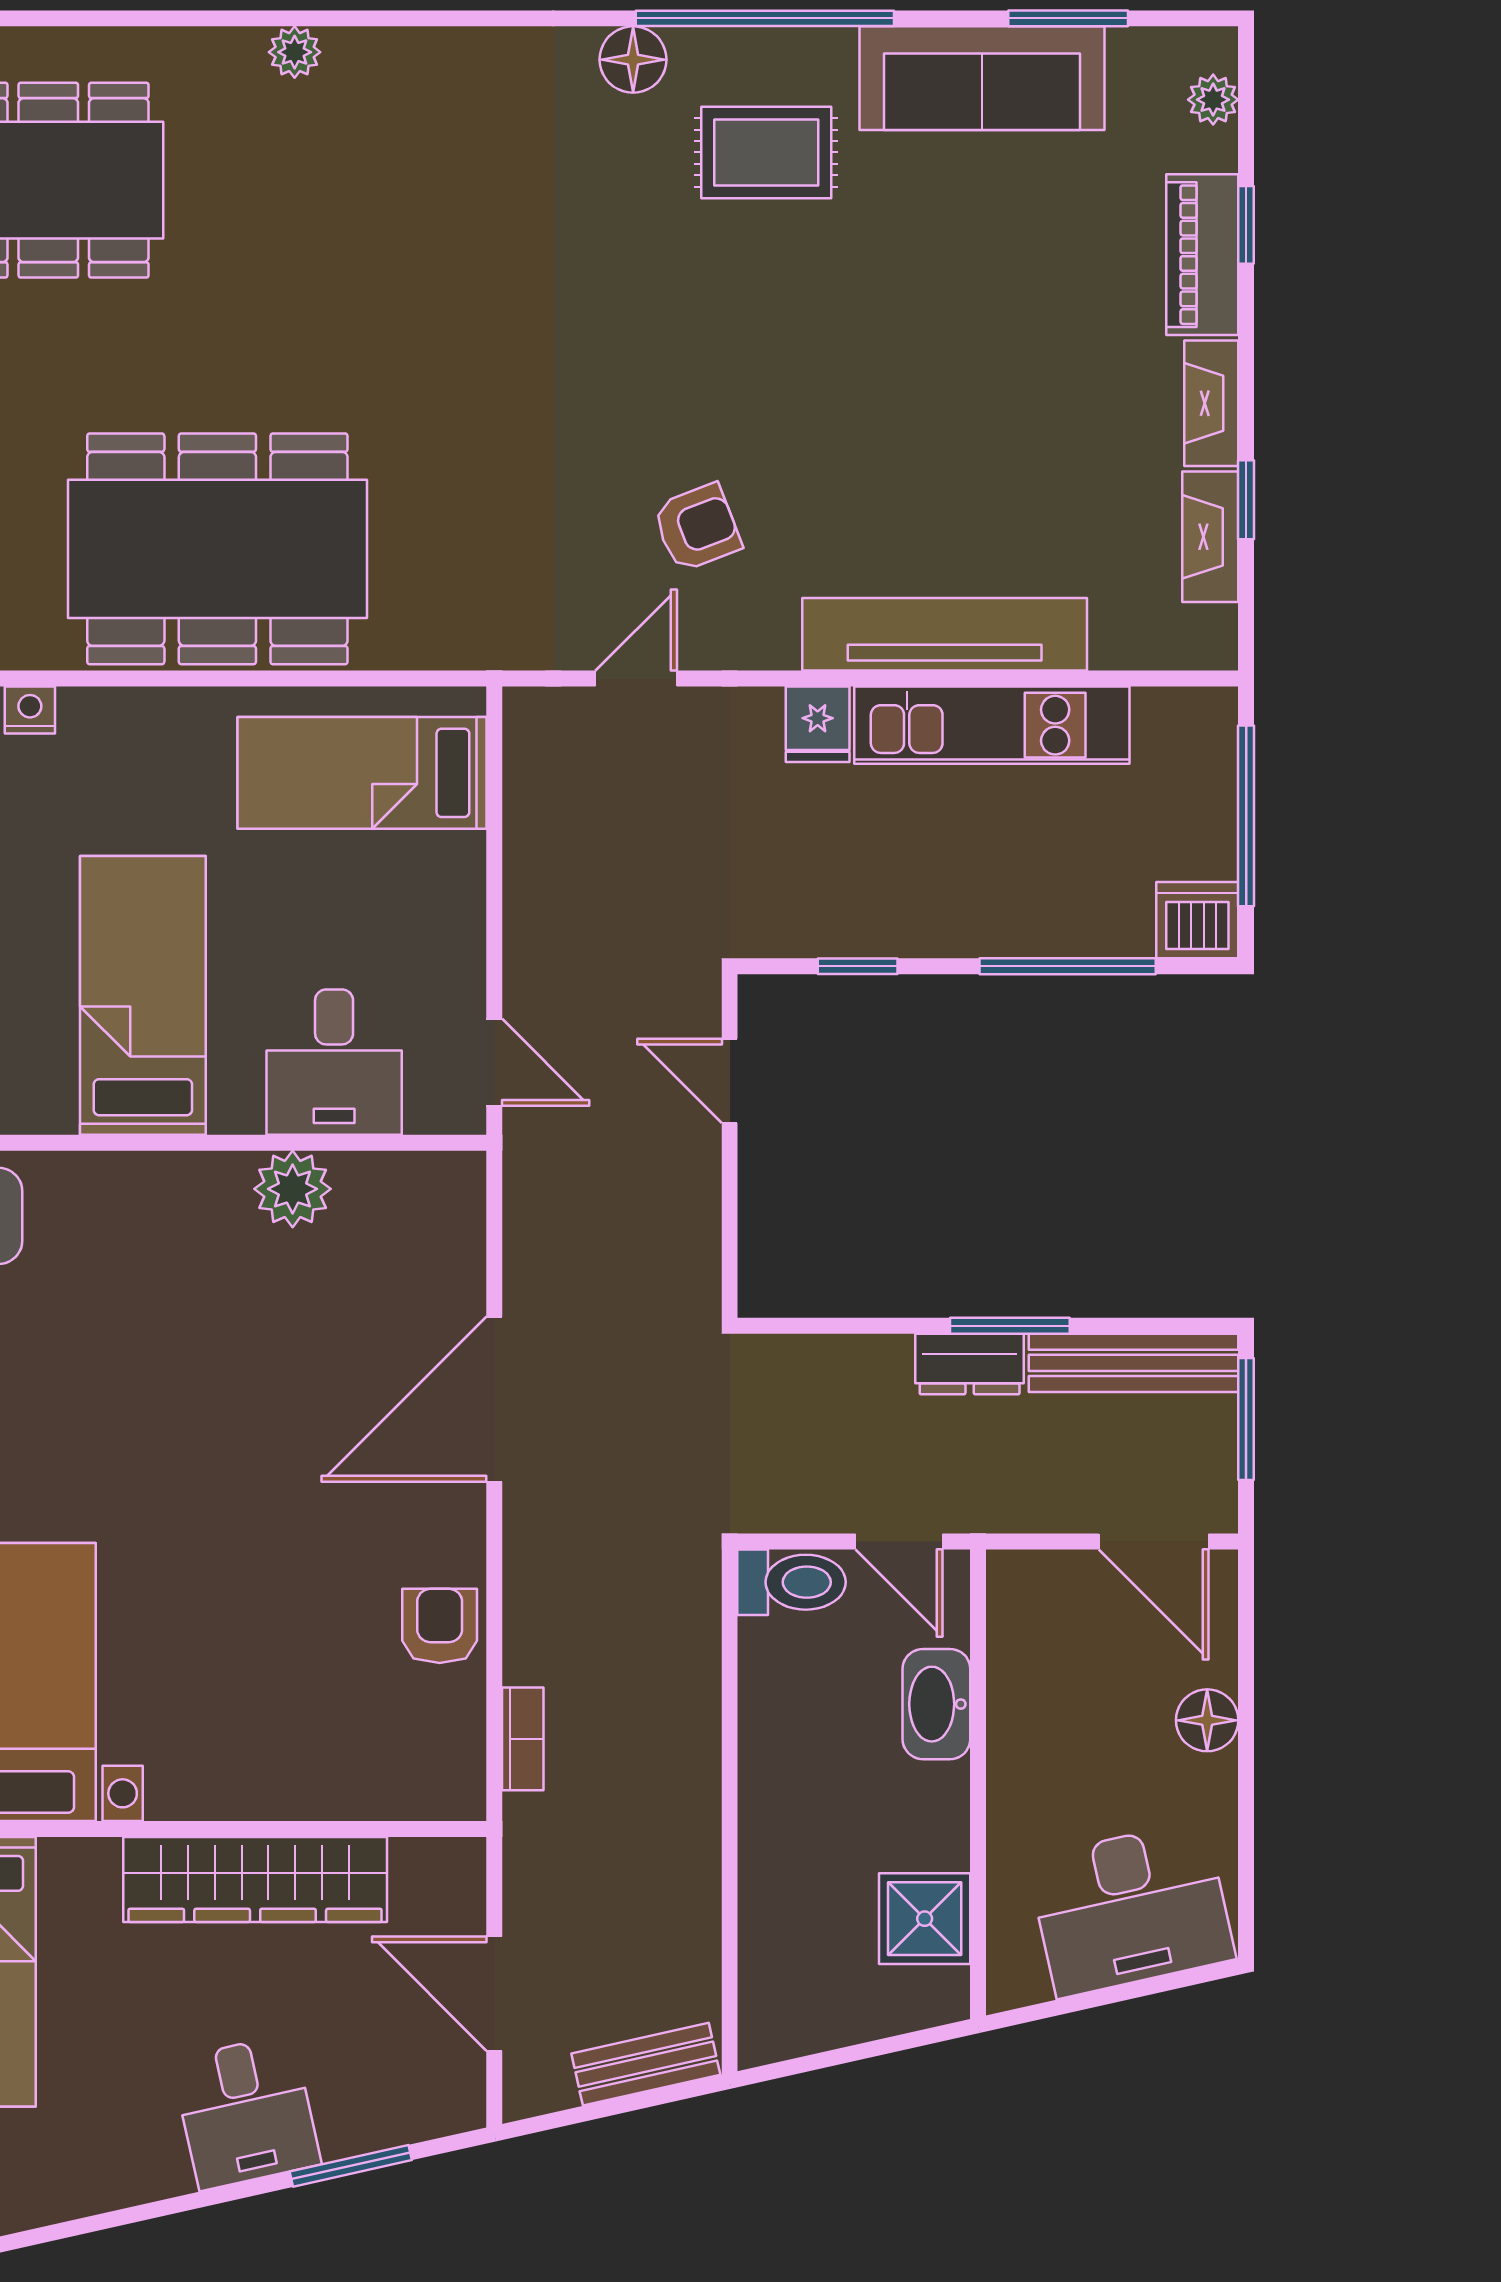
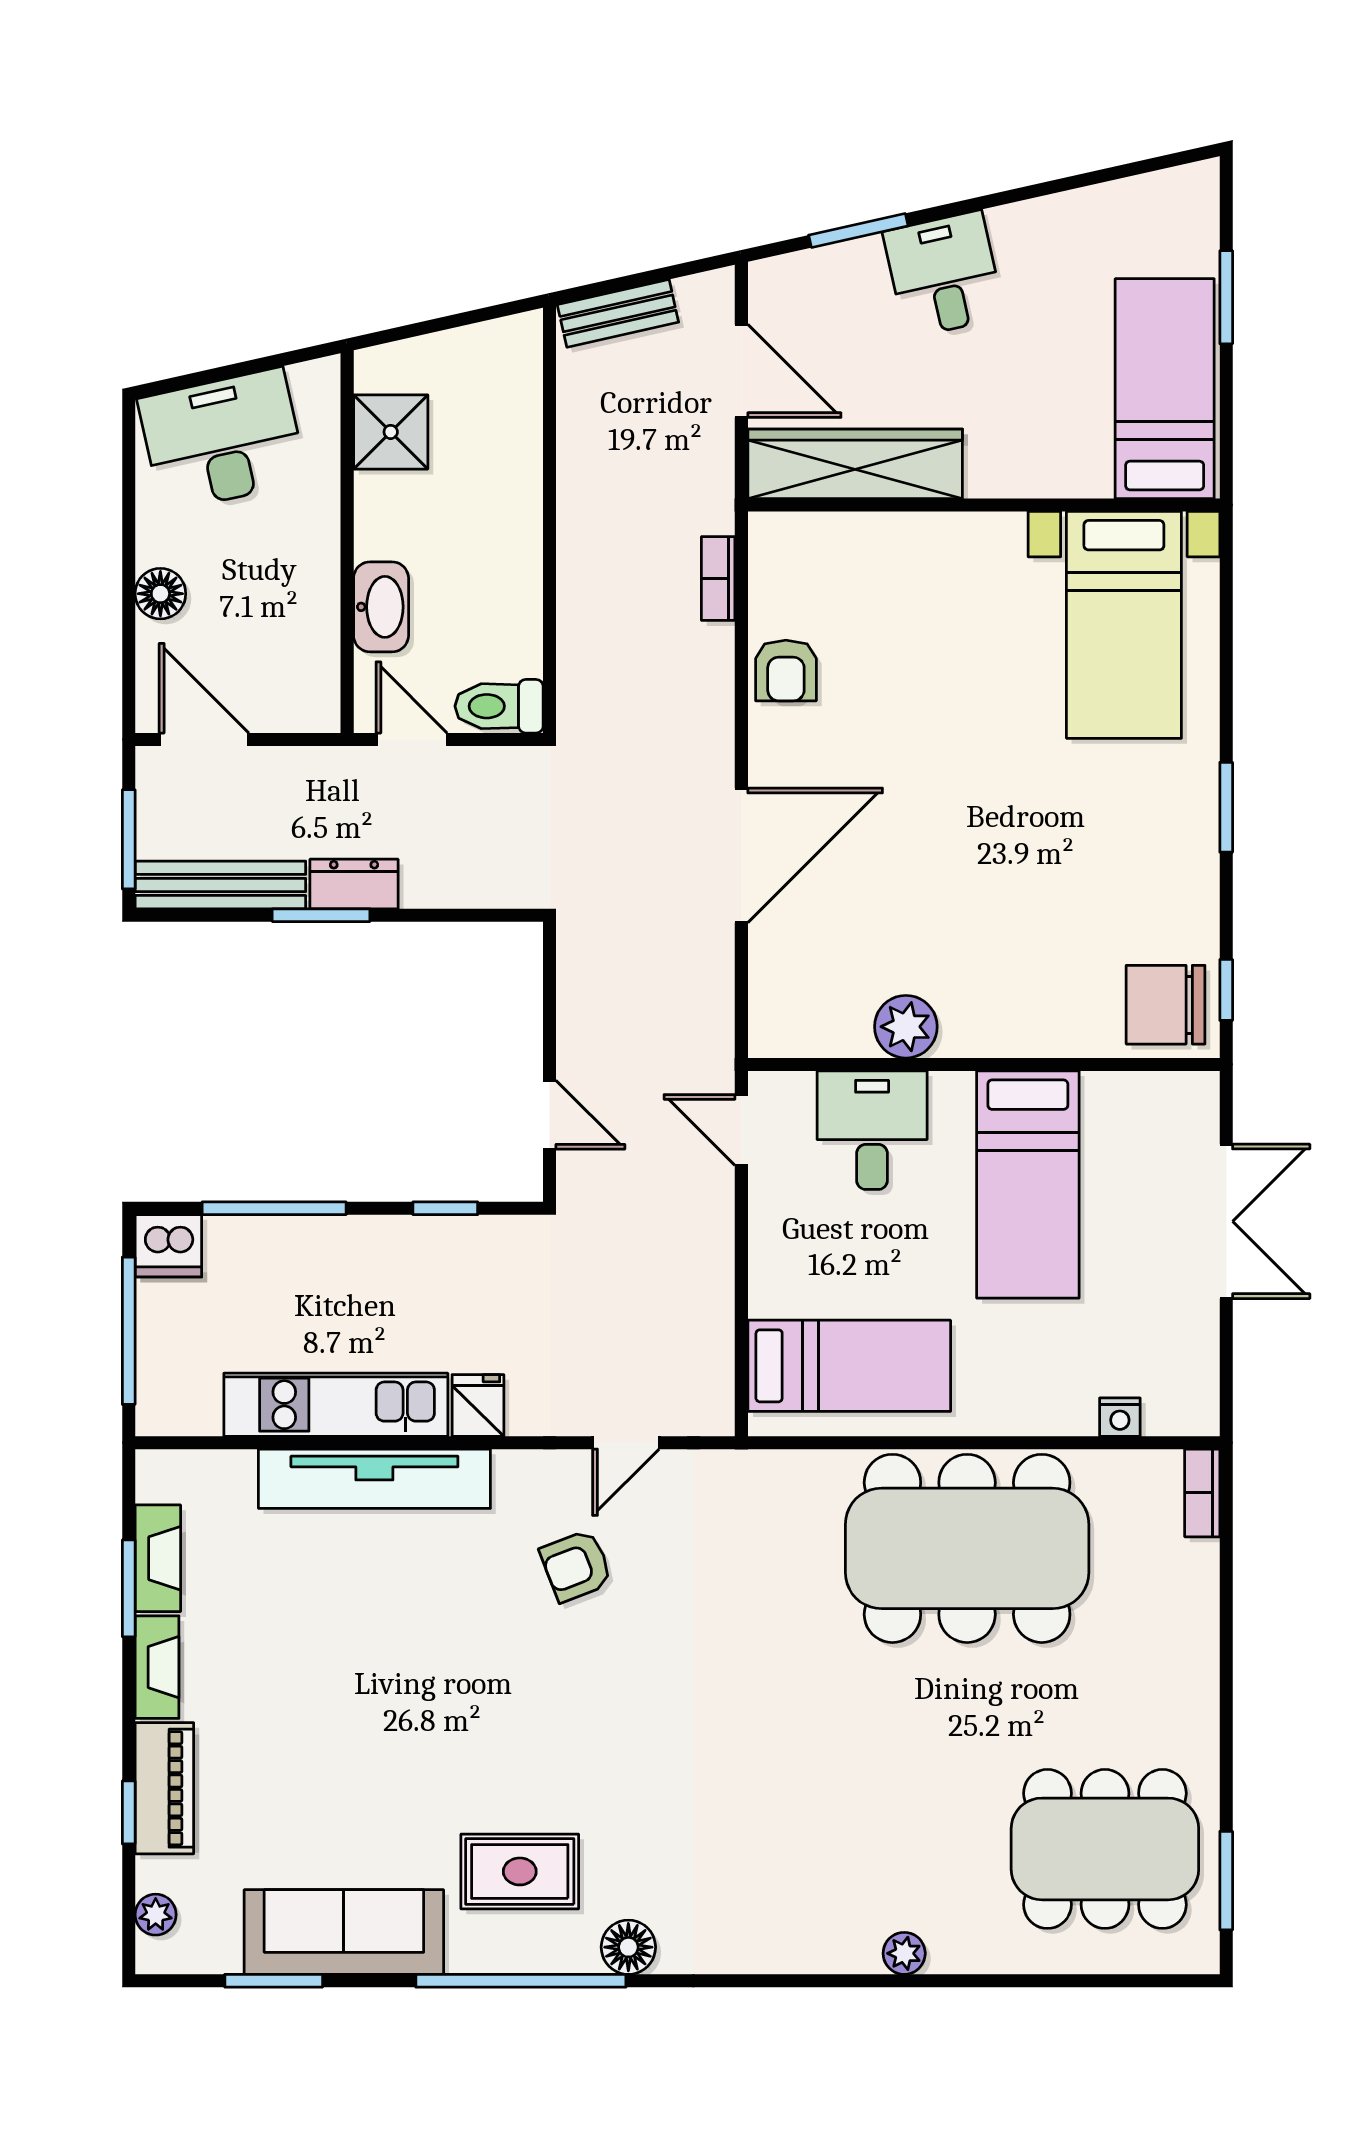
window: (1246, 500) -> (129, 1588), width x1.50
wardrobe: (255, 1880) -> (855, 464), moved

